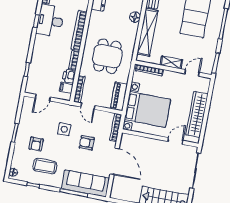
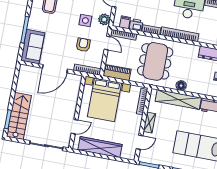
floor lamp: (135, 17) -> (181, 86), moved
dining table: (107, 56) -> (155, 61), width x1.38
door: (192, 73) -> (139, 142), hinge flipped
door: (88, 106) -> (107, 43), swing flipped
plant: (63, 109) -> (104, 19), added
door: (175, 141) -> (75, 127), hinge flipped
armchair: (87, 143) -> (83, 45), moved
sofa: (85, 183) -> (33, 47), width x0.73

